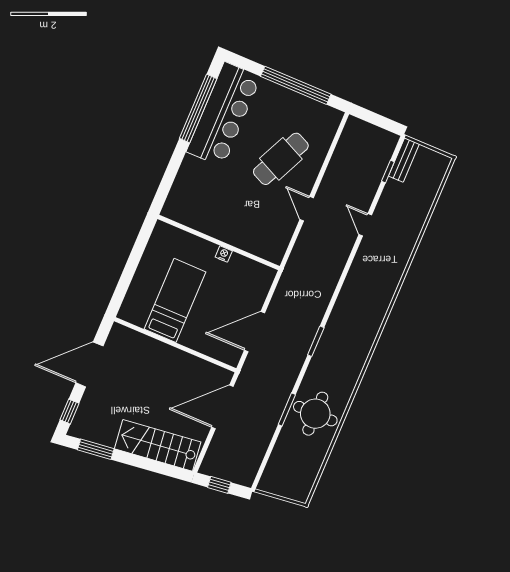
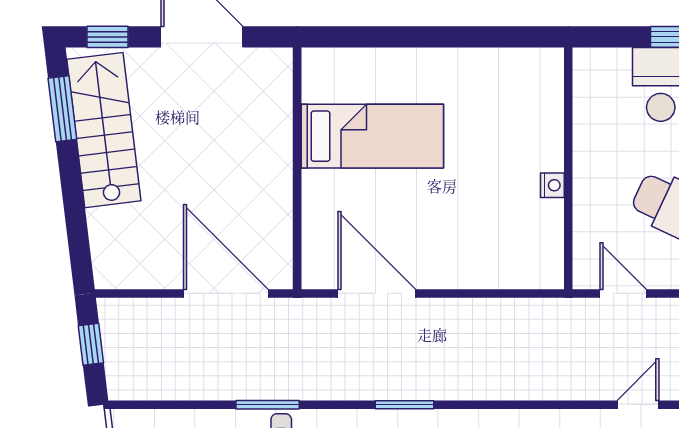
door: (307, 209) -> (623, 293), hinge flipped
wall: (219, 242) -> (568, 168), moved
nightstand: (224, 254) -> (552, 185), moved
stairs: (158, 445) -> (104, 130), moved

